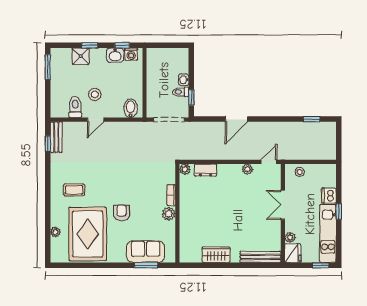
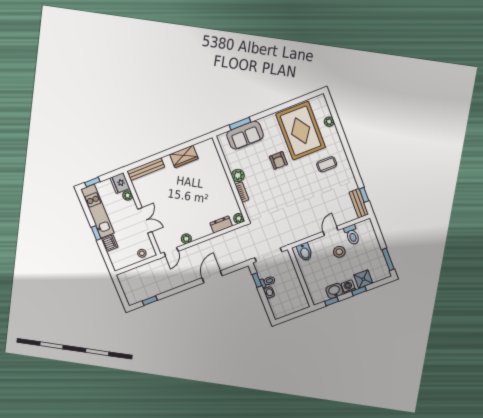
washing machine: (131, 54) -> (348, 287), moved

